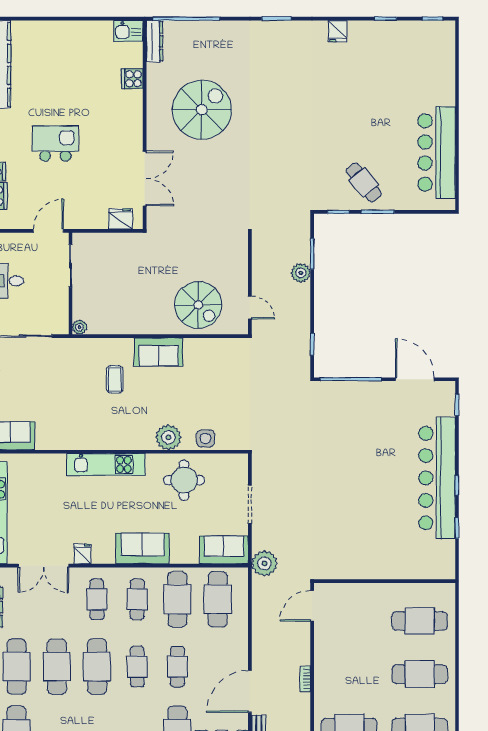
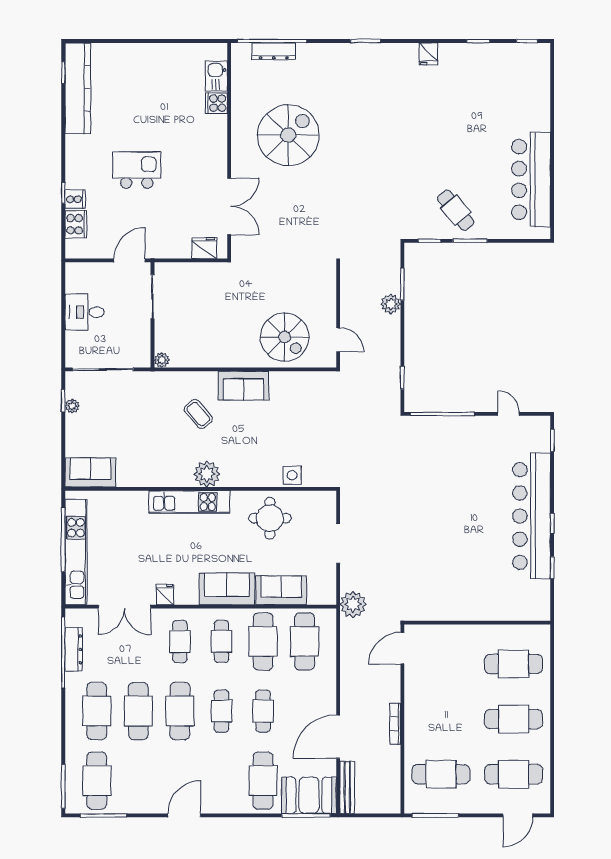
kitchen sink: (128, 31) -> (216, 76), moved, turned 90
dresser: (155, 41) -> (274, 51), moved, turned 90
coffee table: (115, 379) -> (198, 414), turned -40
door: (415, 379) -> (509, 414), width x0.53
plant: (168, 437) -> (207, 474), moved
sofa: (224, 550) -> (281, 590), moved
bookcase: (305, 679) -> (395, 724), width x1.56

